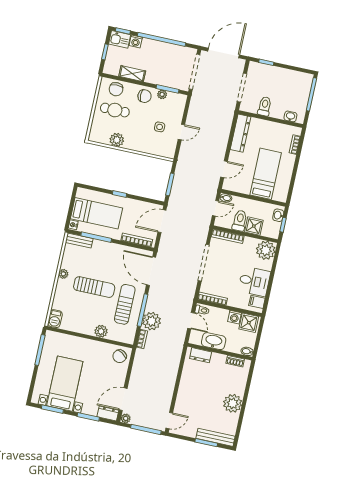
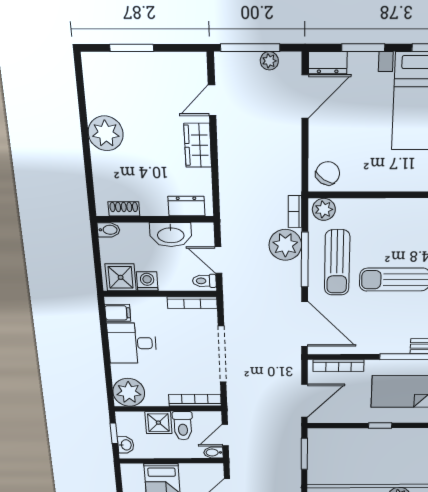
plant: (101, 331) -> (324, 209), moved
wardrobe: (186, 386) -> (198, 145), added
plant: (126, 418) -> (269, 61), moved
door: (169, 421) -> (212, 100), moved
bench: (215, 437) -> (118, 62), removed

